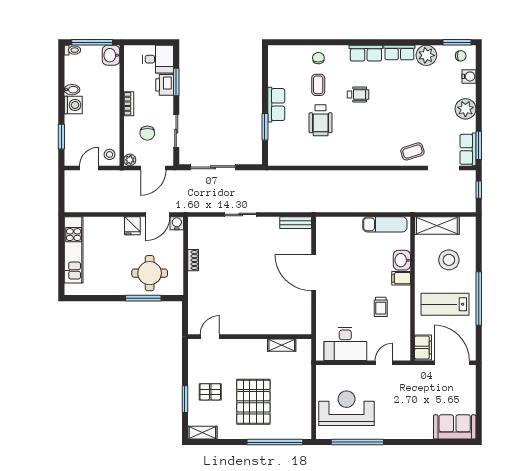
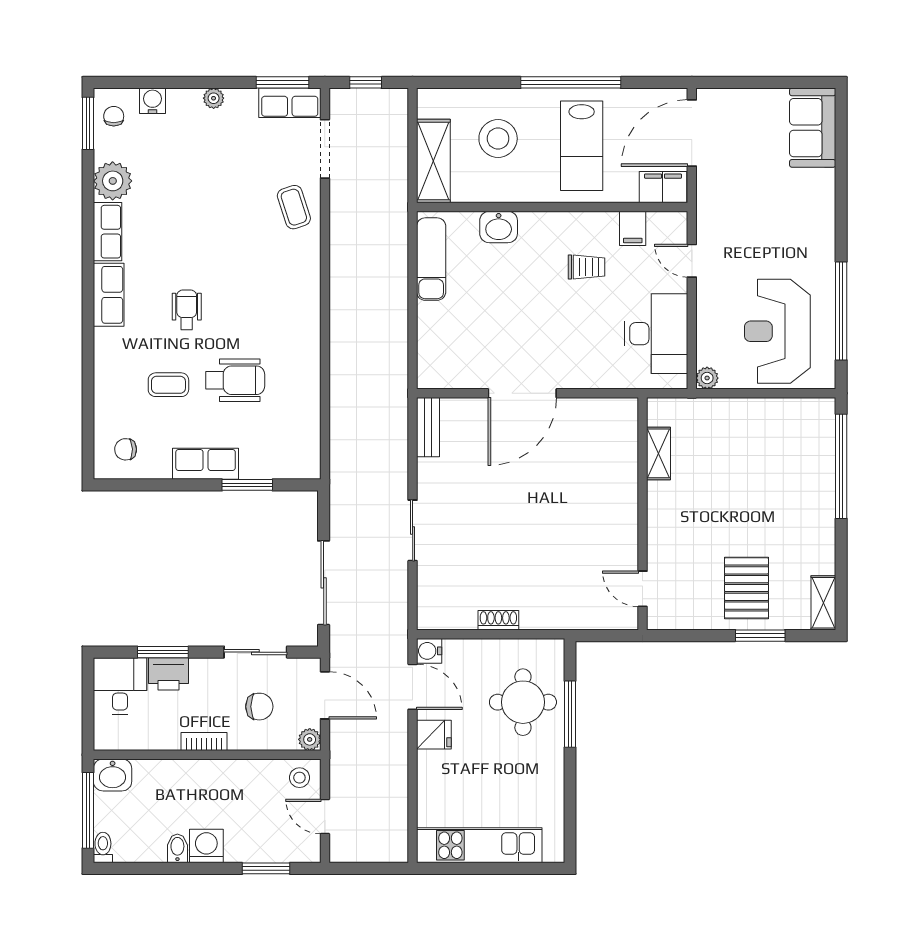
chair: (318, 58) -> (126, 449), moved
plant: (465, 109) -> (214, 98), width x0.53, depth x0.53
filing cabinet: (401, 278) -> (633, 228), moved
plant: (322, 371) -> (707, 378), added
pallet: (210, 392) -> (746, 588), width x1.50, depth x1.42
pallet: (253, 402) -> (765, 507), removed

